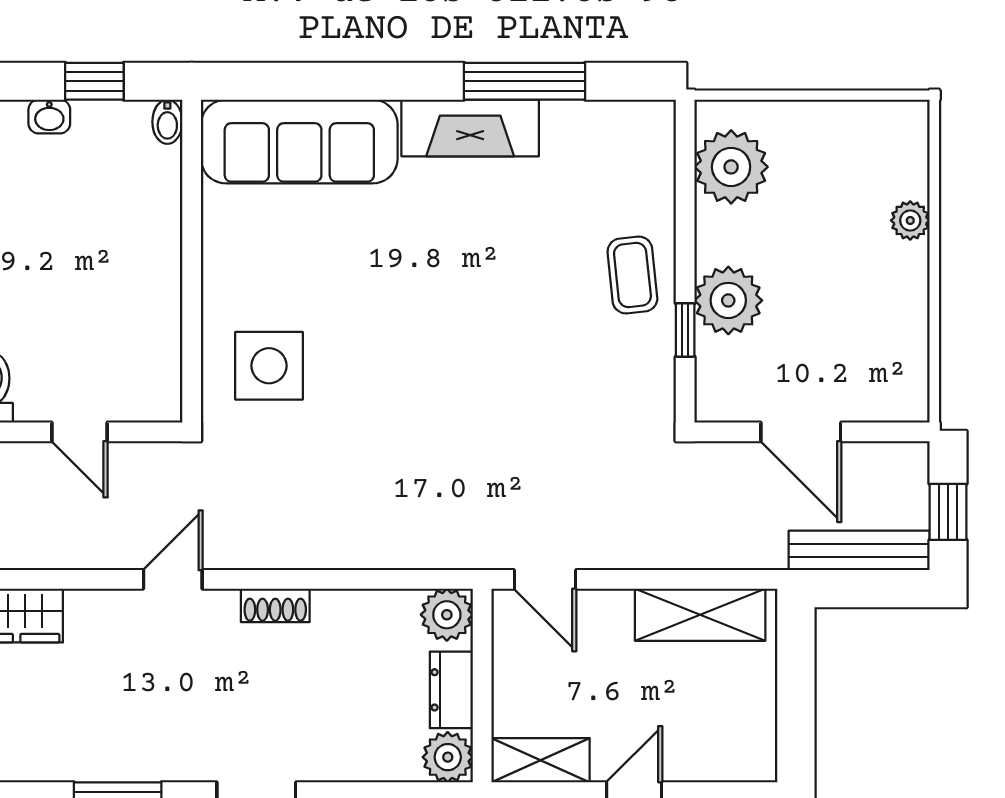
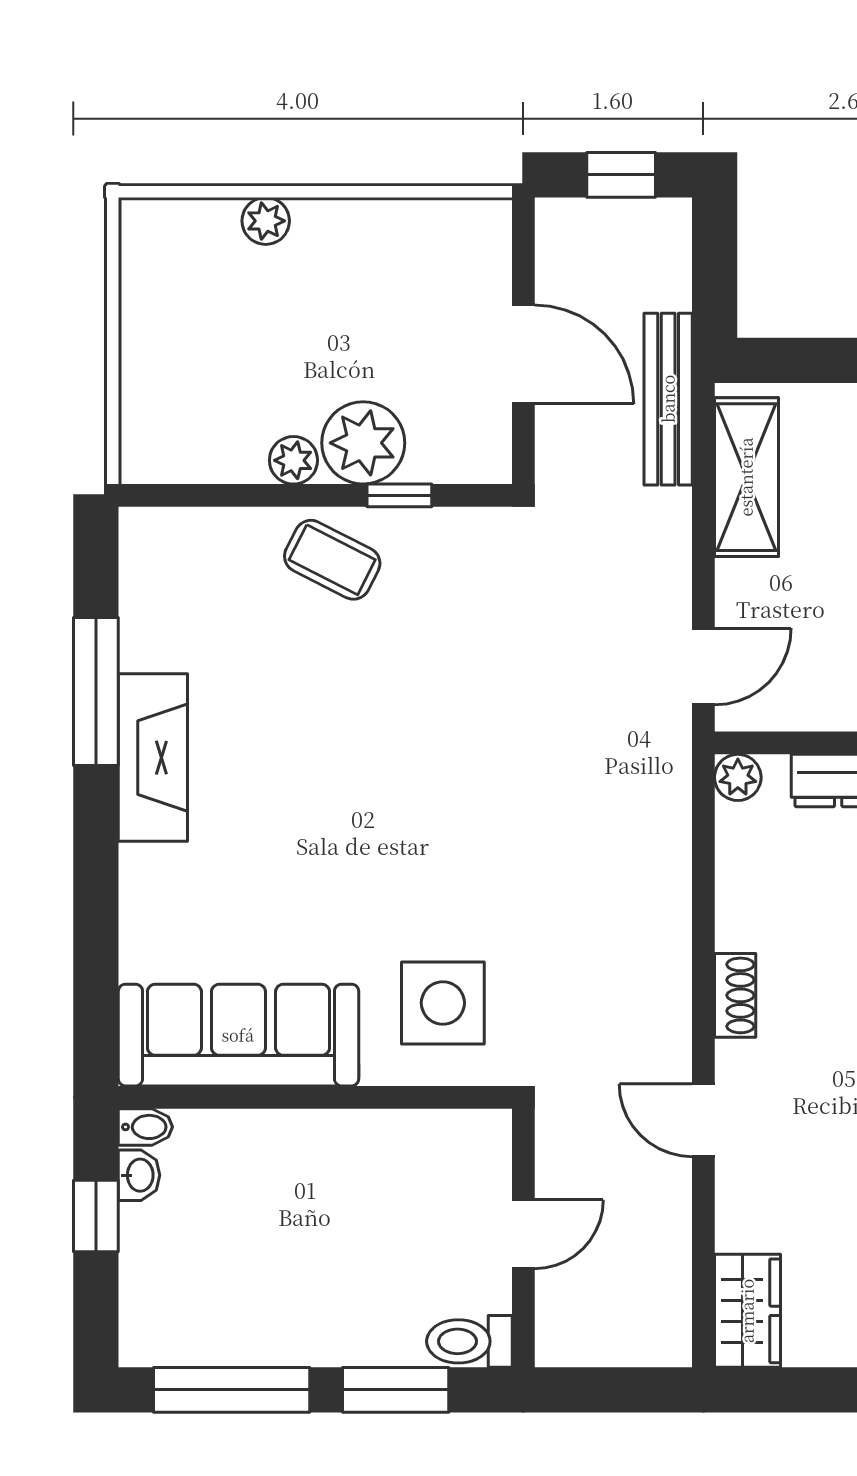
washbasin: (49, 117) -> (139, 1175), moved
sofa: (299, 142) -> (238, 1035), moved, turned -90
plant: (731, 167) -> (293, 460), moved, width x0.53, depth x0.53
coffee table: (632, 275) -> (332, 560), turned 33
door: (801, 432) -> (523, 354), hinge flipped
bench: (859, 550) -> (668, 399), moved
plant: (447, 615) -> (738, 777), width x0.73, depth x0.73

